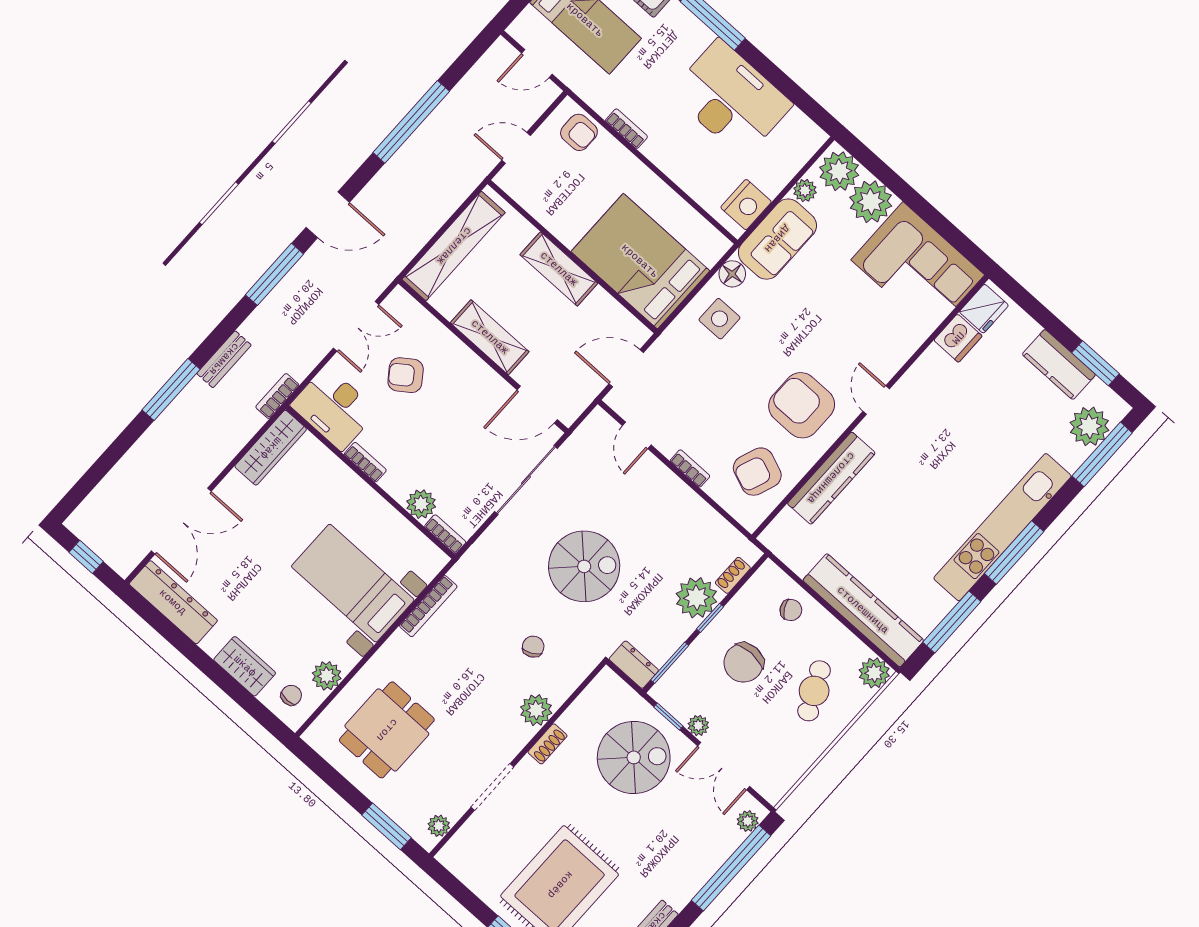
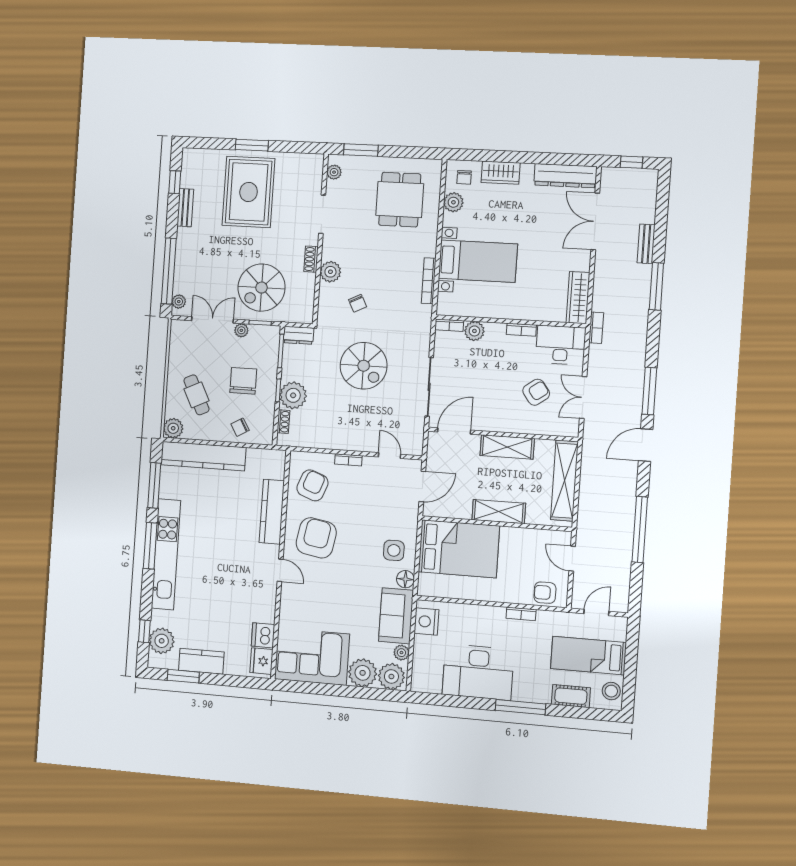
door: (516, 148) -> (572, 559), swing flipped
bench: (224, 359) -> (646, 244), moved
armchair: (802, 405) -> (316, 538), turned -80
window: (1102, 454) -> (144, 631), width x0.46
spiral stairs: (584, 566) -> (364, 366), turned -90

